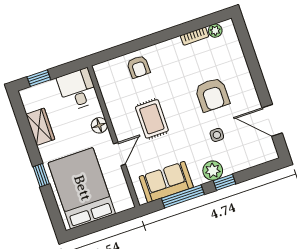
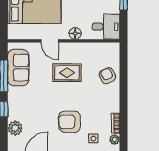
armchair: (138, 67) -> (107, 76), turned 63
side table: (217, 135) -> (93, 138), moved
plant: (213, 171) -> (15, 128), moved

